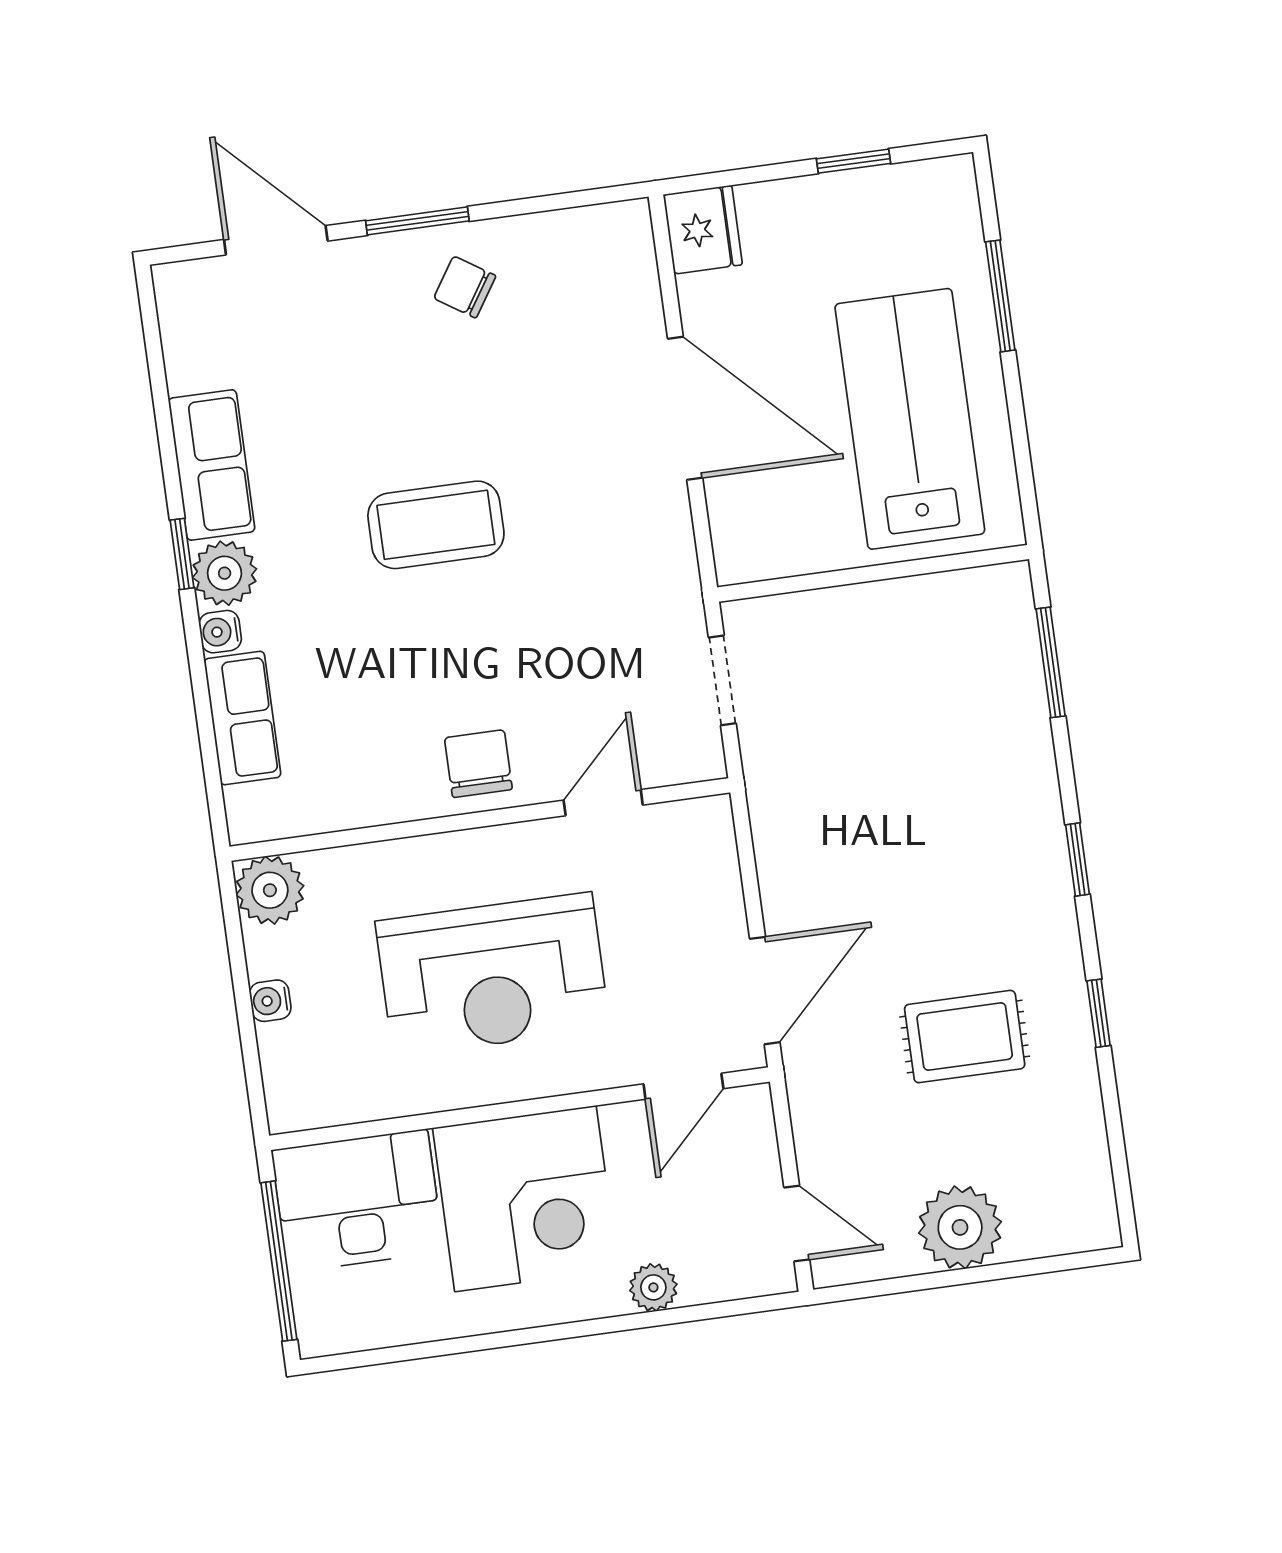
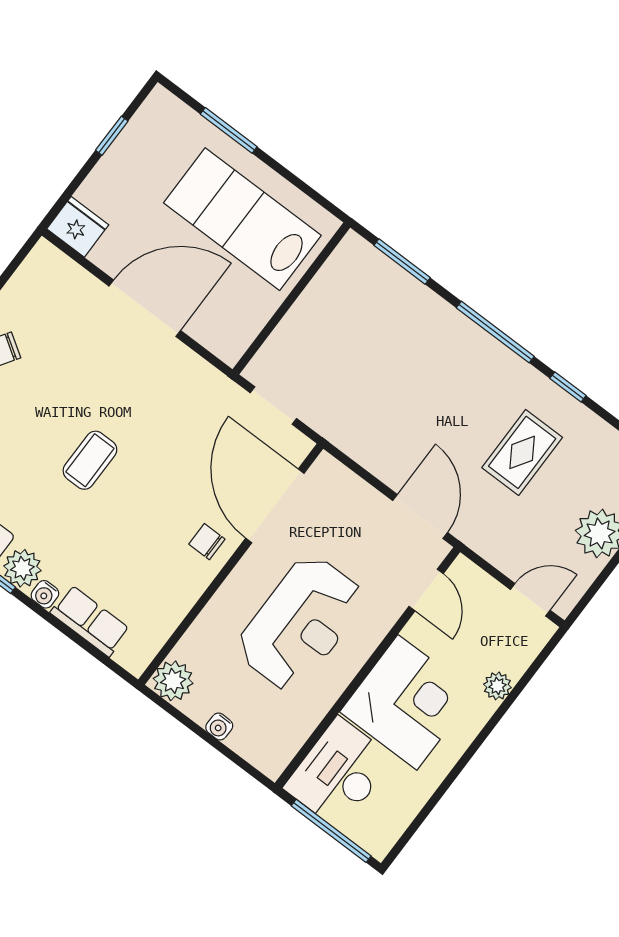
coffee table: (436, 525) -> (90, 460), width x0.73, depth x0.77
chair: (478, 764) -> (207, 542), width x0.73, depth x0.73
door: (603, 803) -> (275, 506), width x1.87
window: (1078, 859) -> (495, 332), width x2.17

